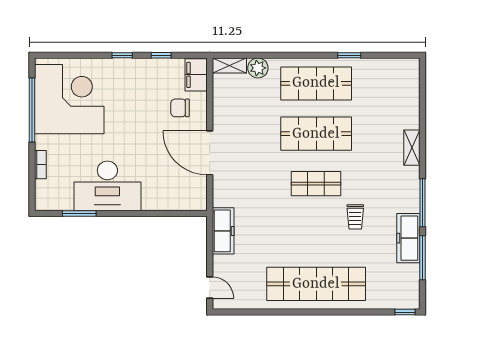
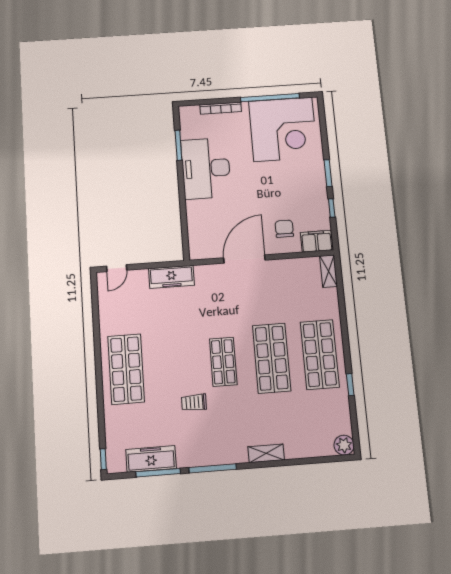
window: (122, 55) -> (328, 173), width x1.50
plant: (258, 68) -> (344, 445), moved
bookcase: (40, 165) -> (221, 108), width x1.56
freezer: (408, 238) -> (151, 459), moved
shop shelf: (316, 284) -> (126, 369), width x0.71

